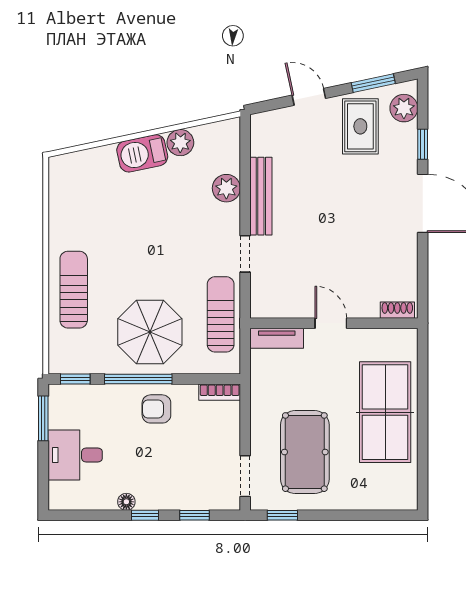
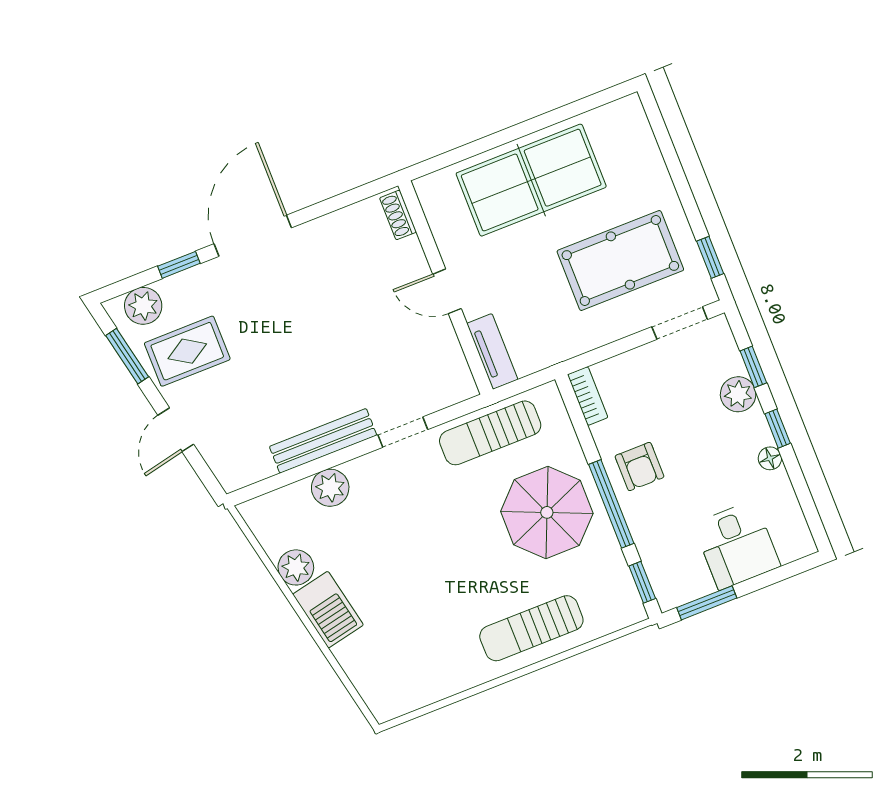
door: (331, 323) -> (447, 291), hinge flipped
plant: (180, 497) -> (738, 394), added

